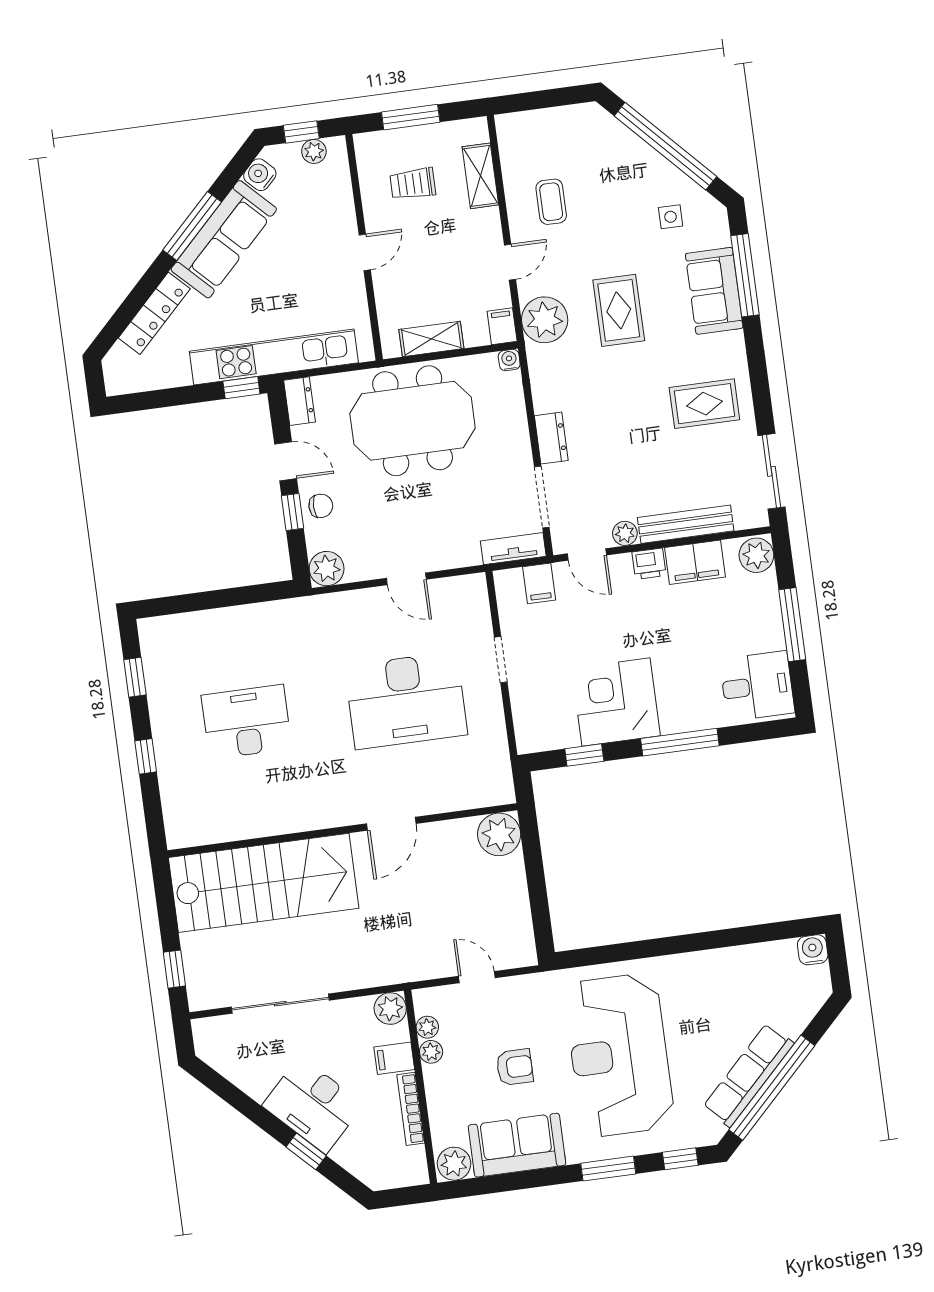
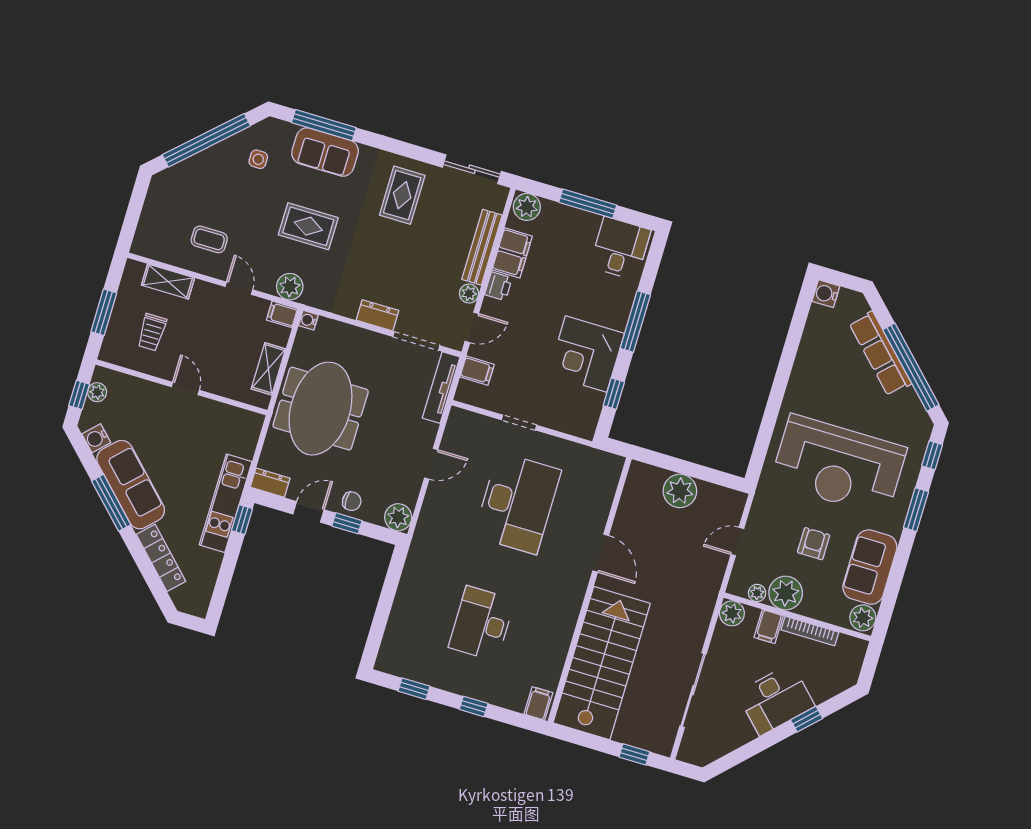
plant: (545, 320) -> (290, 287), width x0.73, depth x0.73
kitchen unit: (274, 357) -> (226, 503), width x0.73
chair: (321, 506) -> (352, 501), turned 90
tv unit: (513, 549) -> (441, 388), width x1.41
filing cabinet: (183, 830) -> (538, 703), added
plant: (499, 834) -> (680, 491), moved
plant: (431, 1052) -> (786, 593), width x1.88, depth x1.88
row of seats: (748, 1075) -> (880, 354), moved

